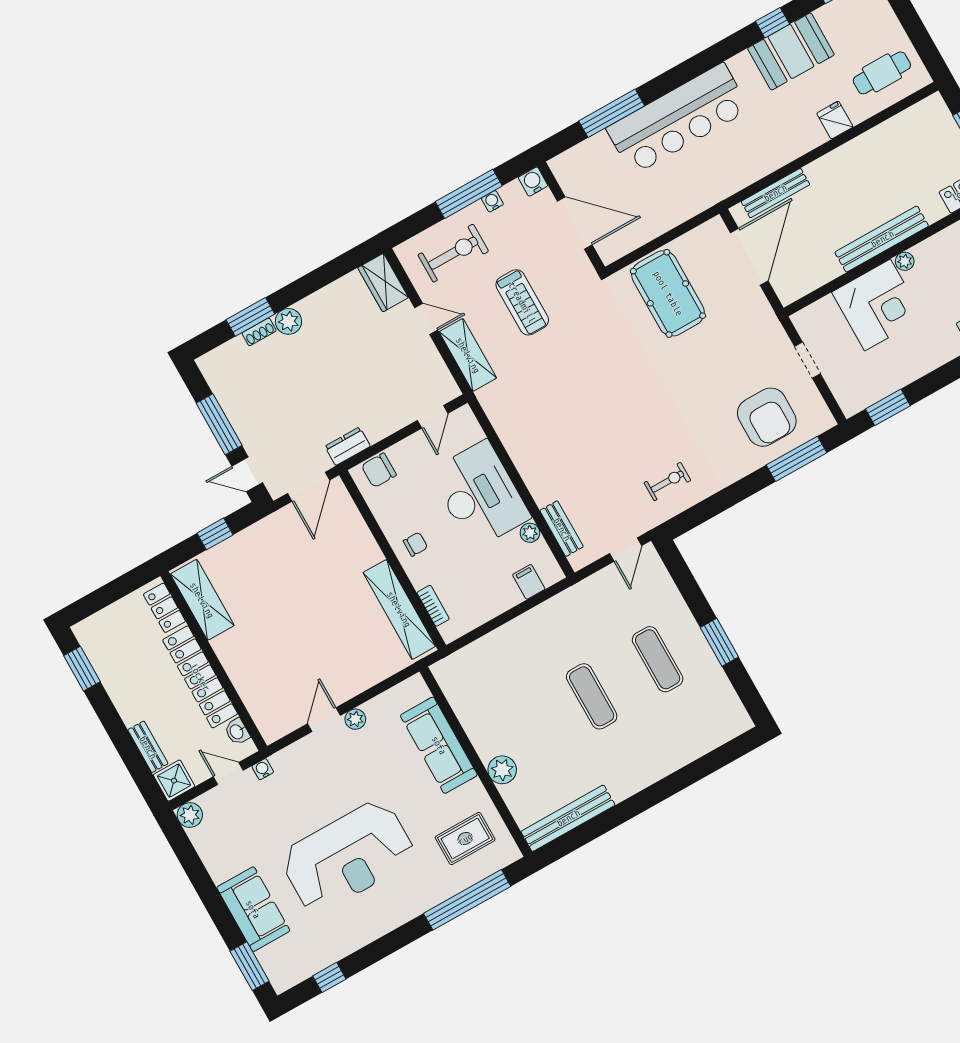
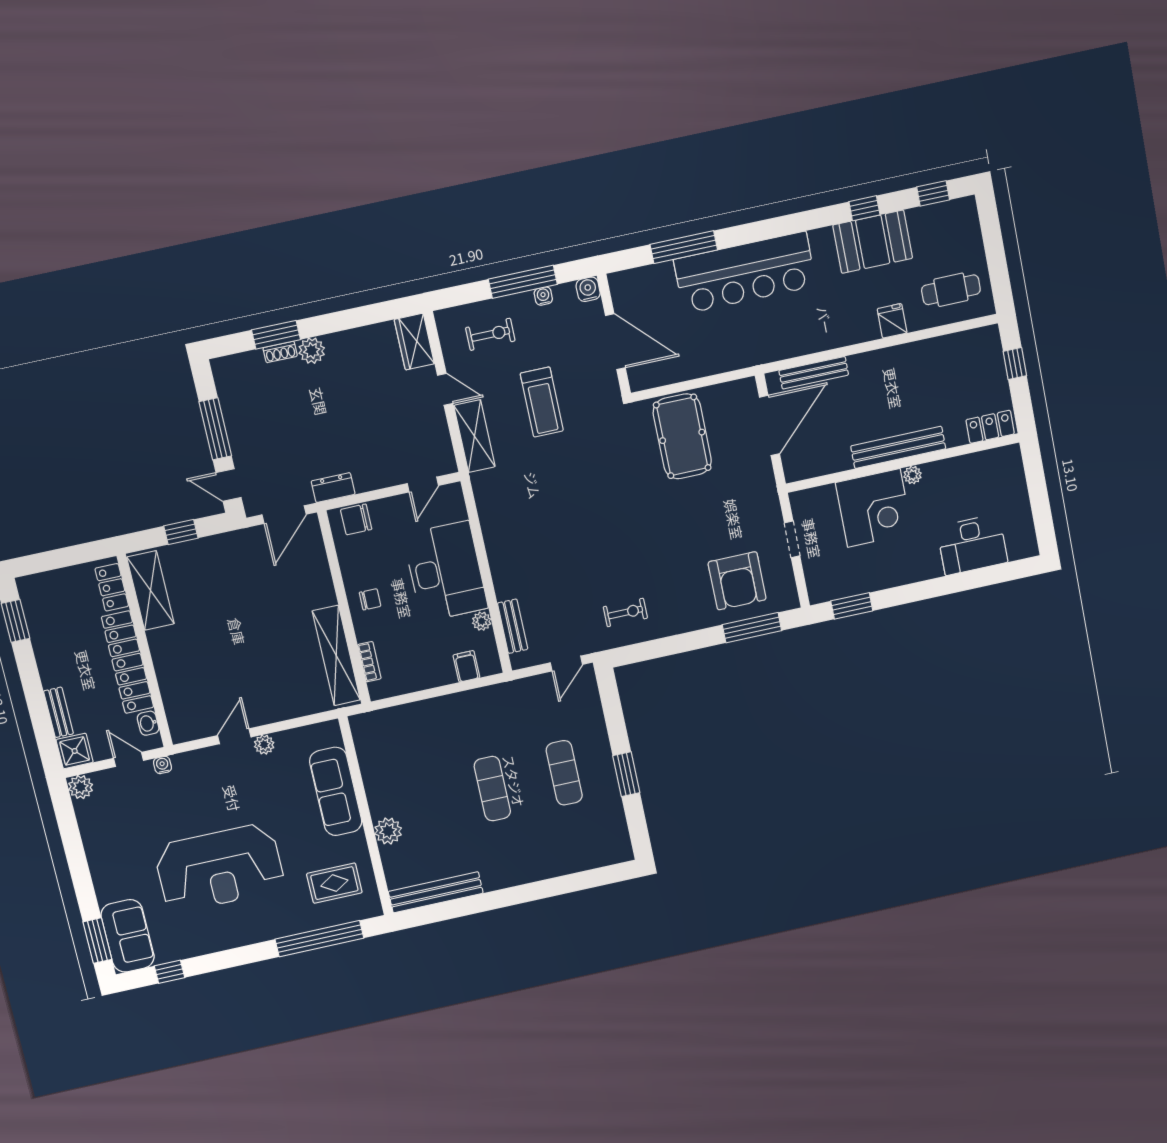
exercise bike: (453, 253) -> (490, 334), width x0.73, depth x0.72
sofa: (253, 909) -> (128, 936), moved

